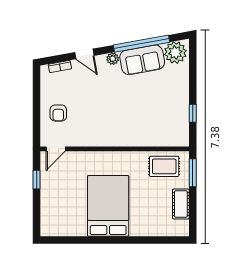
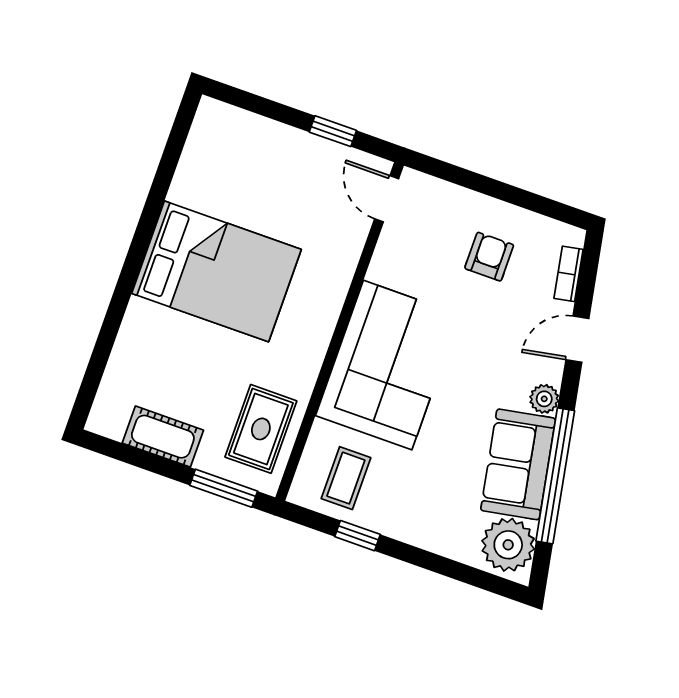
armchair: (58, 113) -> (489, 257), moved, turned 90
corner sofa: (121, 125) -> (388, 365), added
coffee table: (172, 126) -> (346, 478), added

